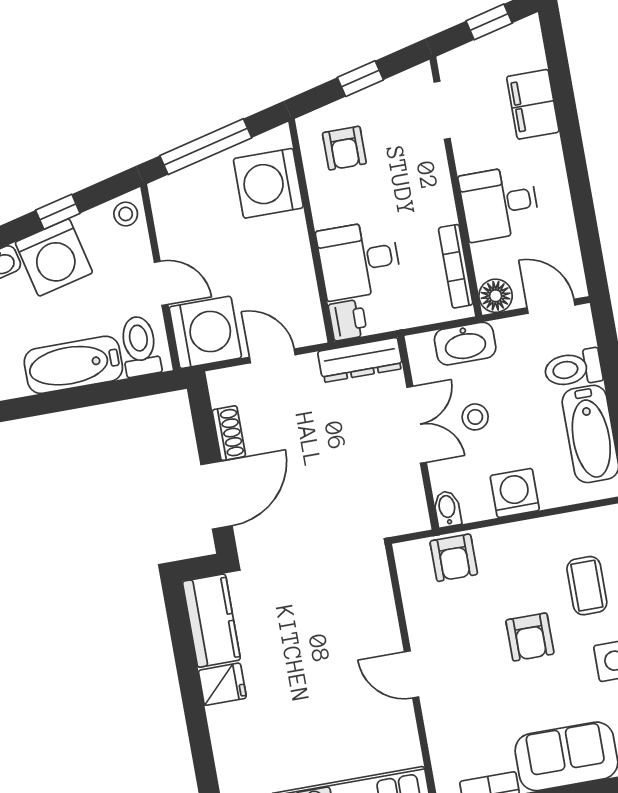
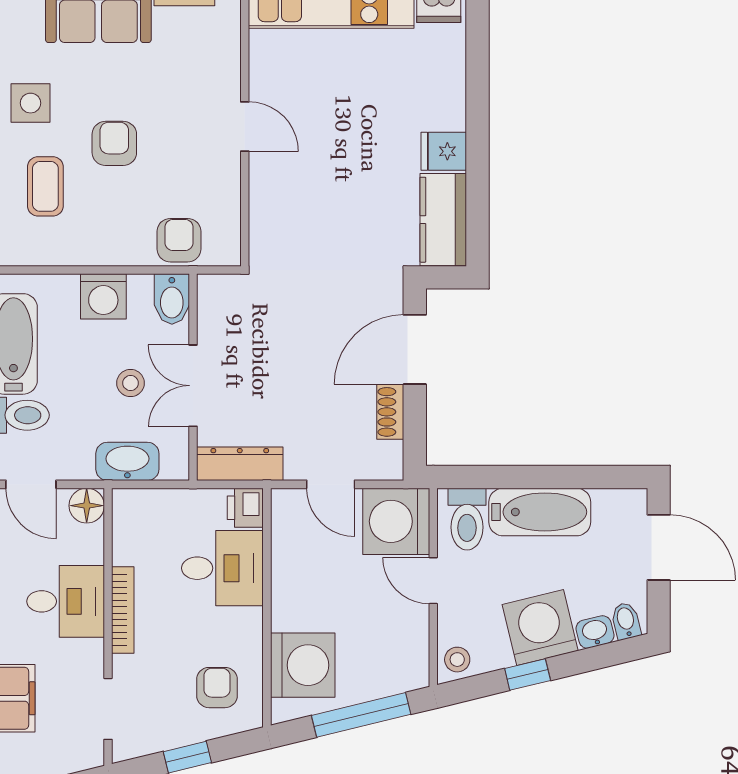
bookcase: (456, 266) -> (123, 610), moved
bidet: (447, 509) -> (172, 299), width x1.38, depth x1.36

